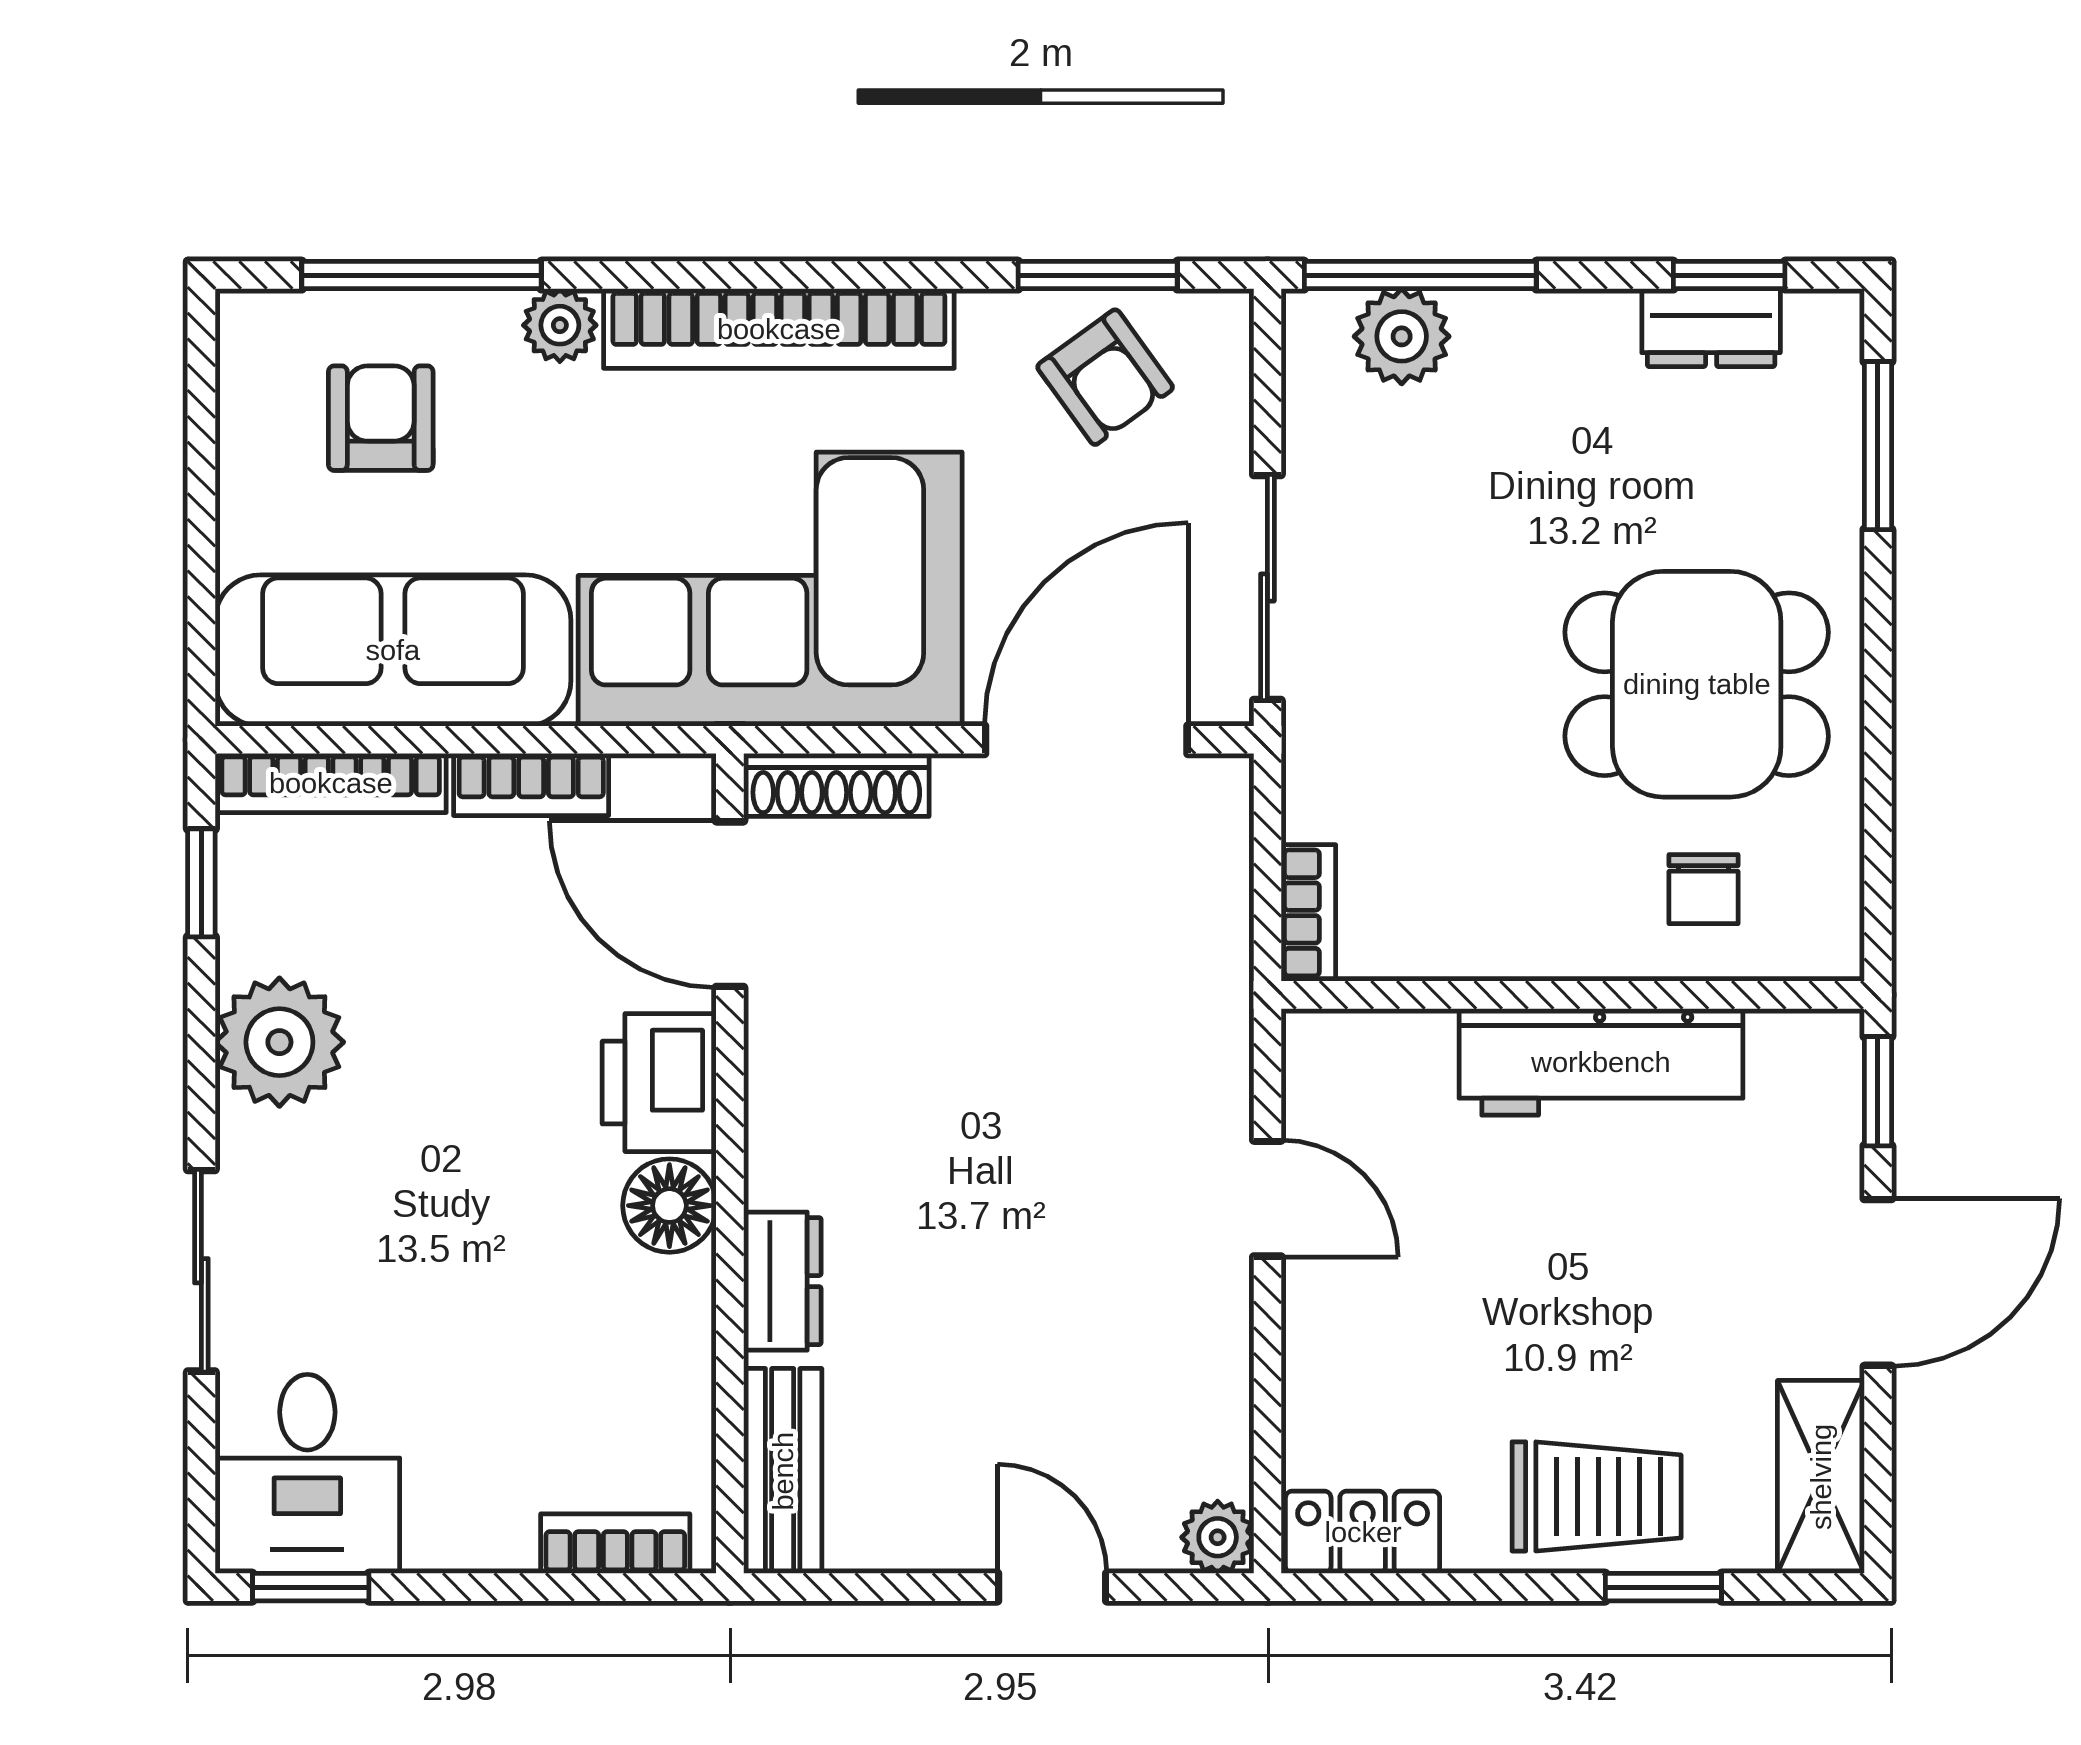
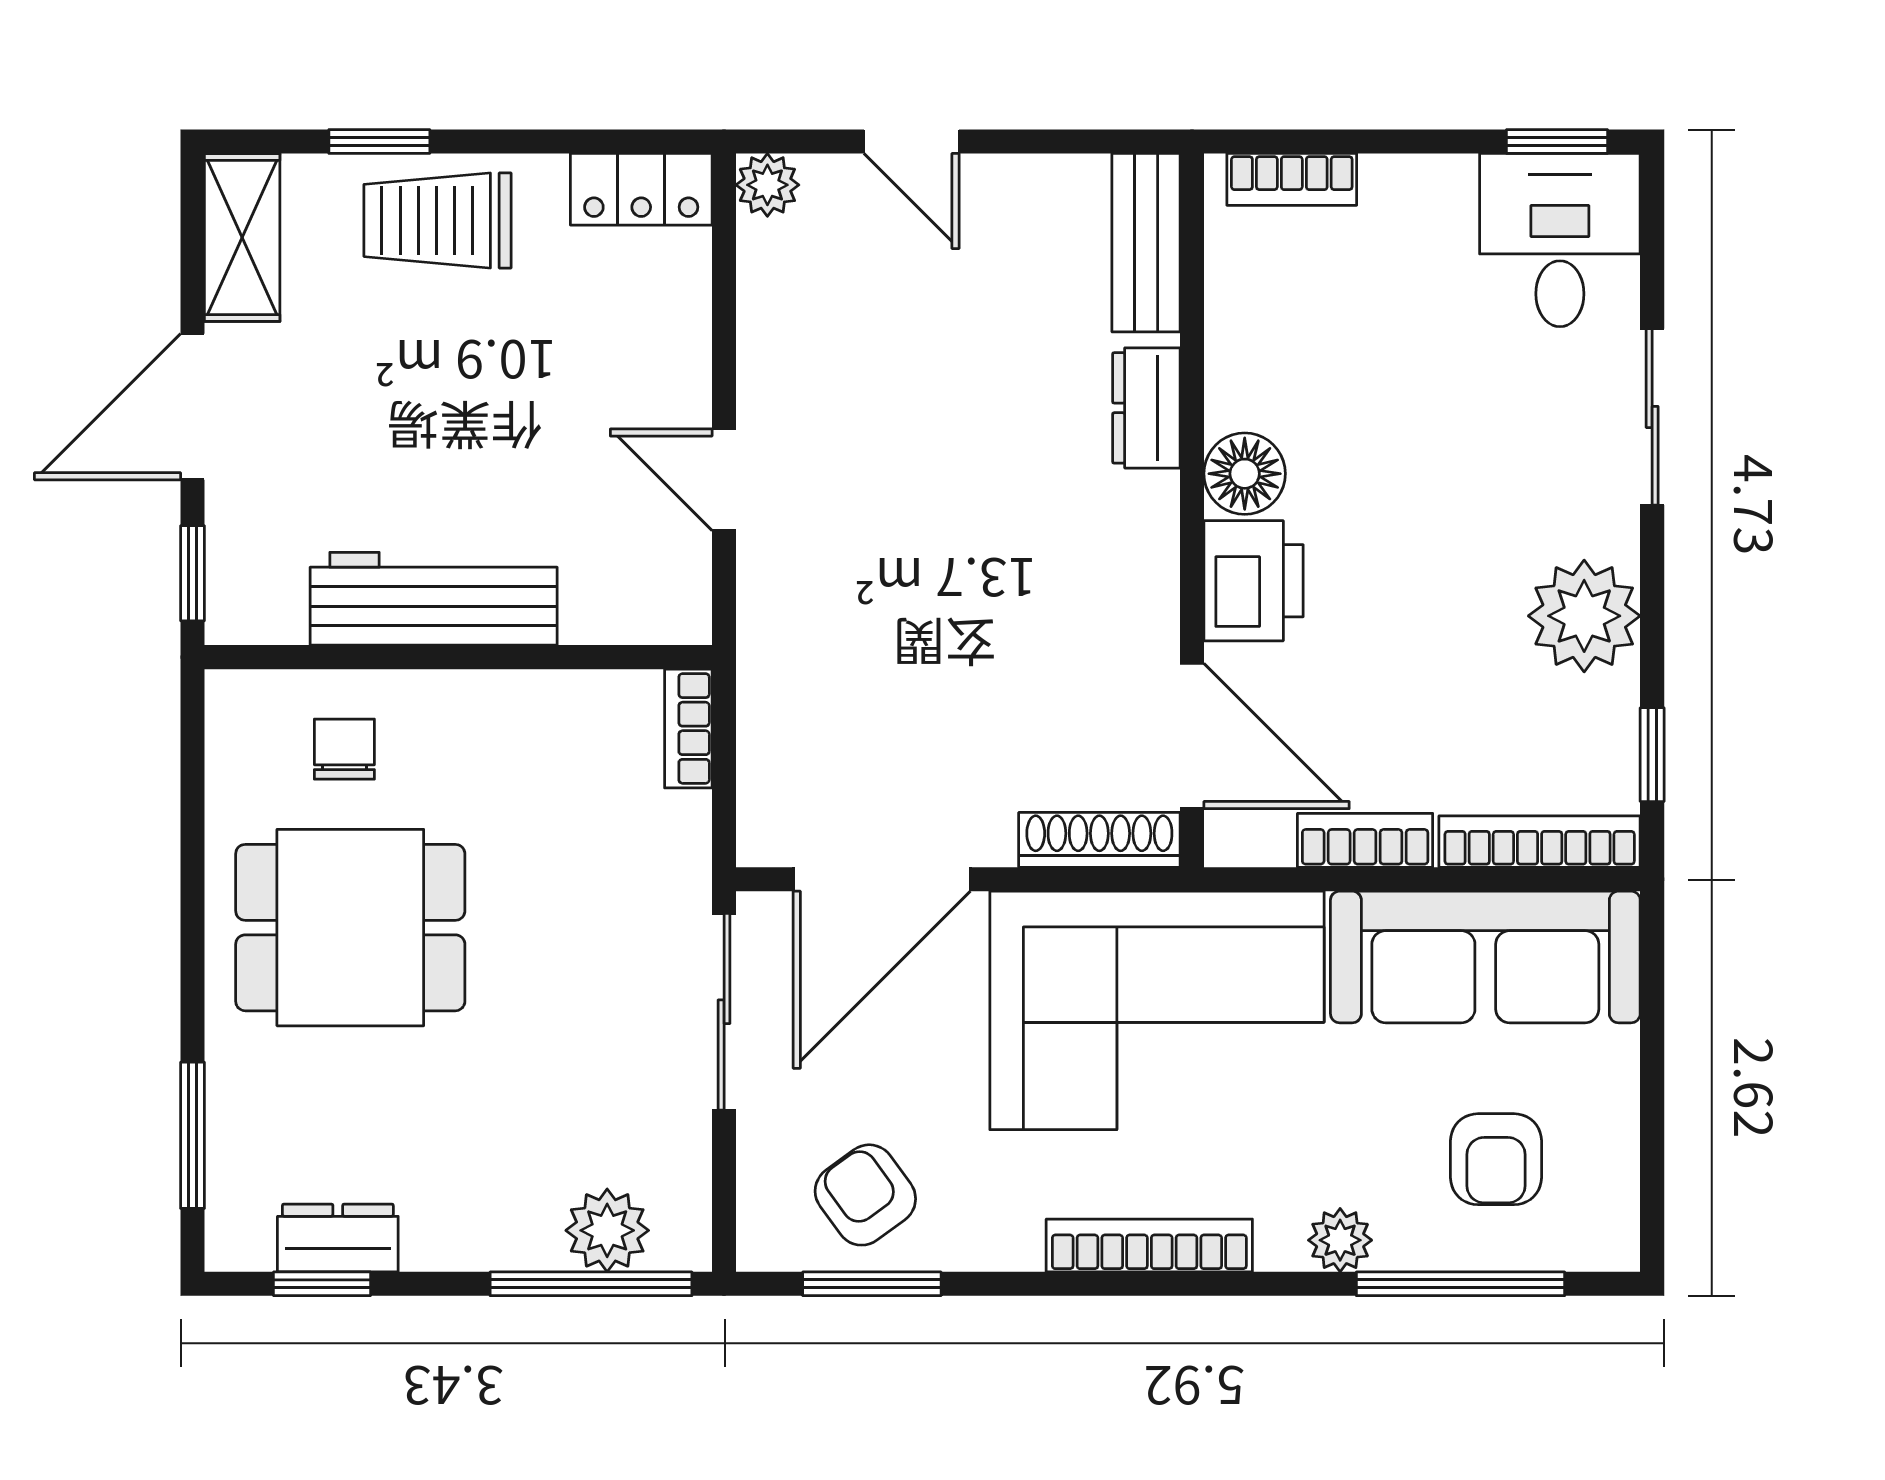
bookcase: (779, 329) -> (1149, 1245), width x0.68, depth x0.76

